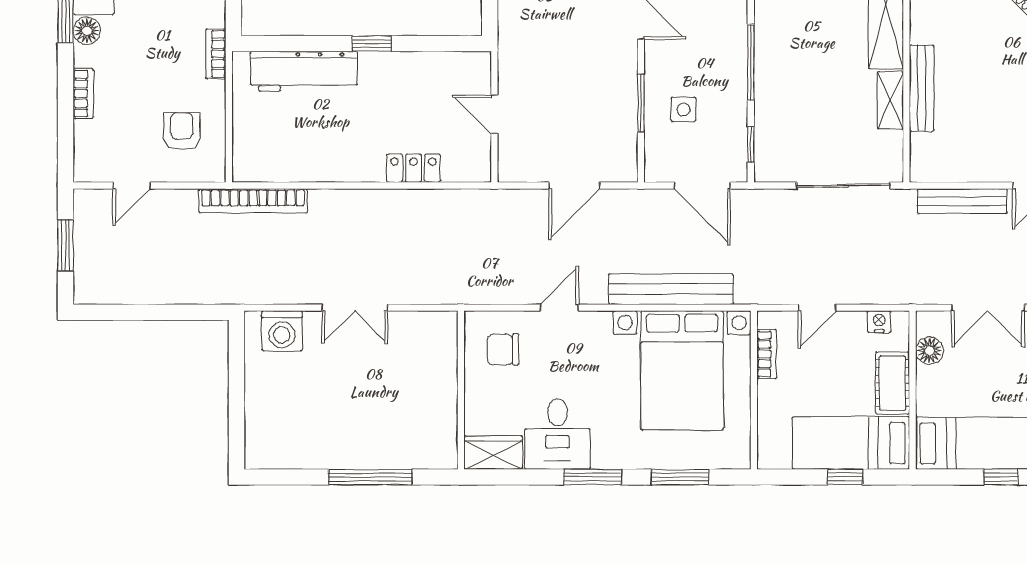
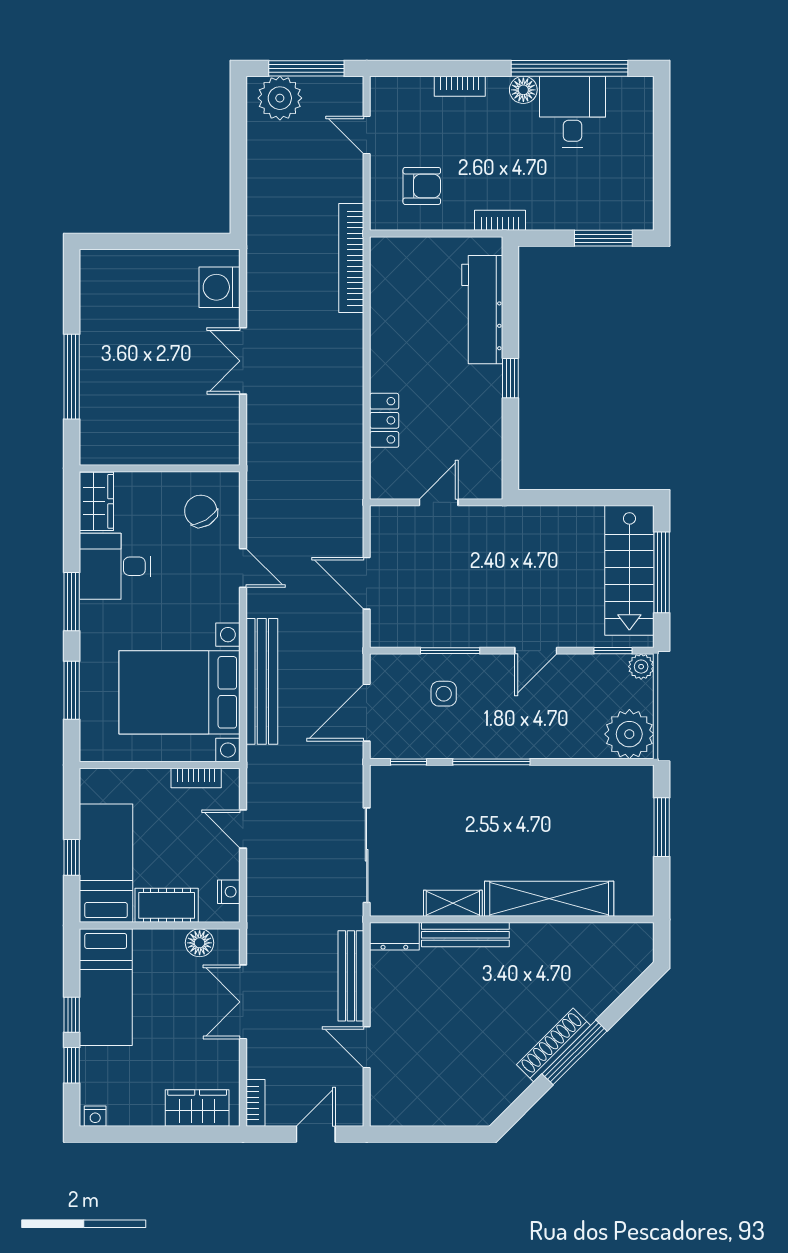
dresser: (923, 158) -> (394, 936), added
window: (66, 245) -> (306, 68), width x1.44
plant: (95, 271) -> (280, 98), added
chair: (503, 349) -> (201, 511), turned -31

